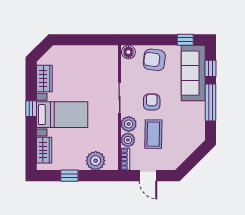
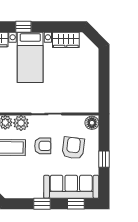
window: (185, 40) -> (104, 159), moved
armchair: (154, 60) -> (73, 148), moved
window: (210, 103) -> (42, 204), width x0.46
window: (31, 109) -> (23, 27), moved

